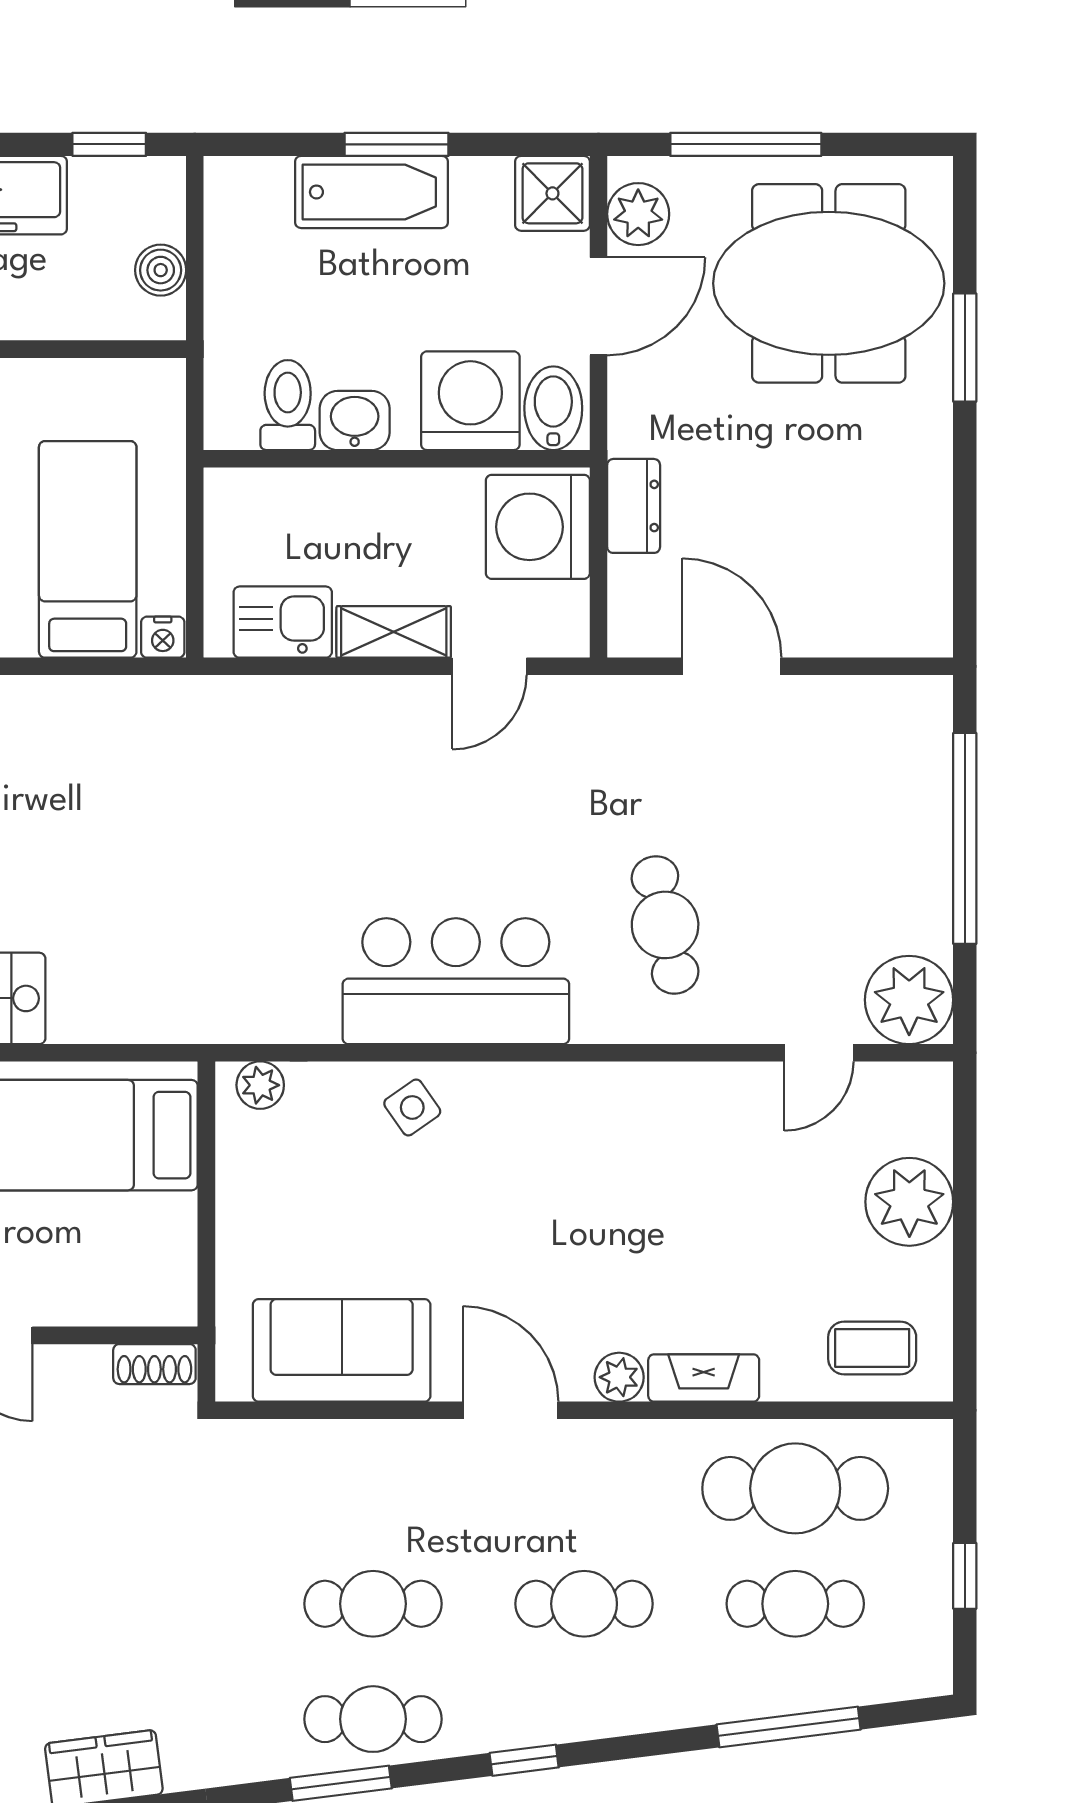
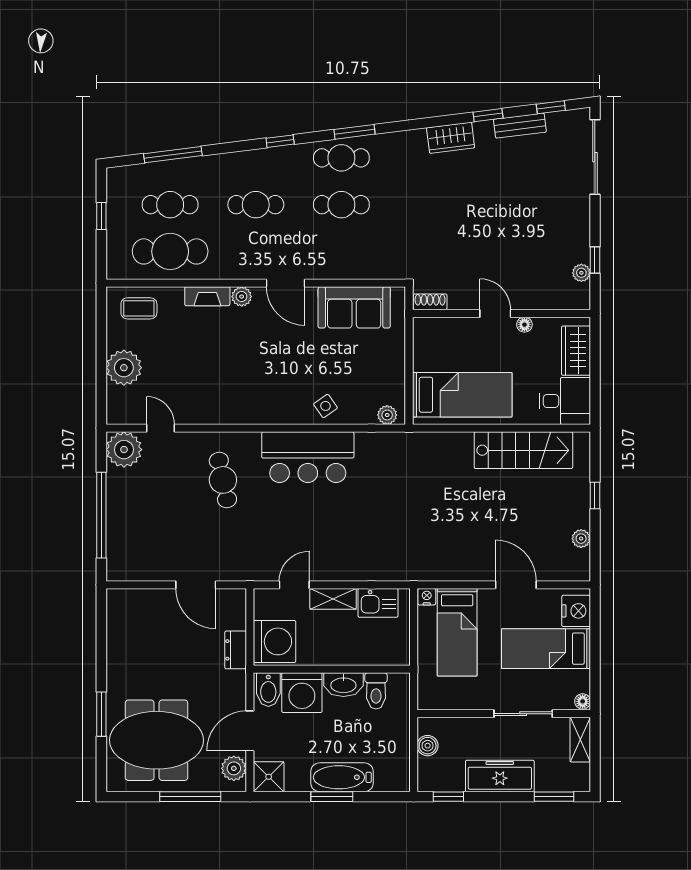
washbasin: (355, 421) -> (343, 685), width x1.38
door: (819, 1053) -> (161, 428), hinge flipped

